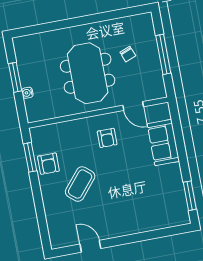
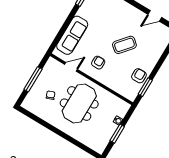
door: (133, 106) -> (71, 67), hinge flipped
sofa: (163, 143) -> (72, 35), width x1.36
coffee table: (80, 184) -> (124, 45), moved
door: (90, 246) -> (155, 16), hinge flipped

